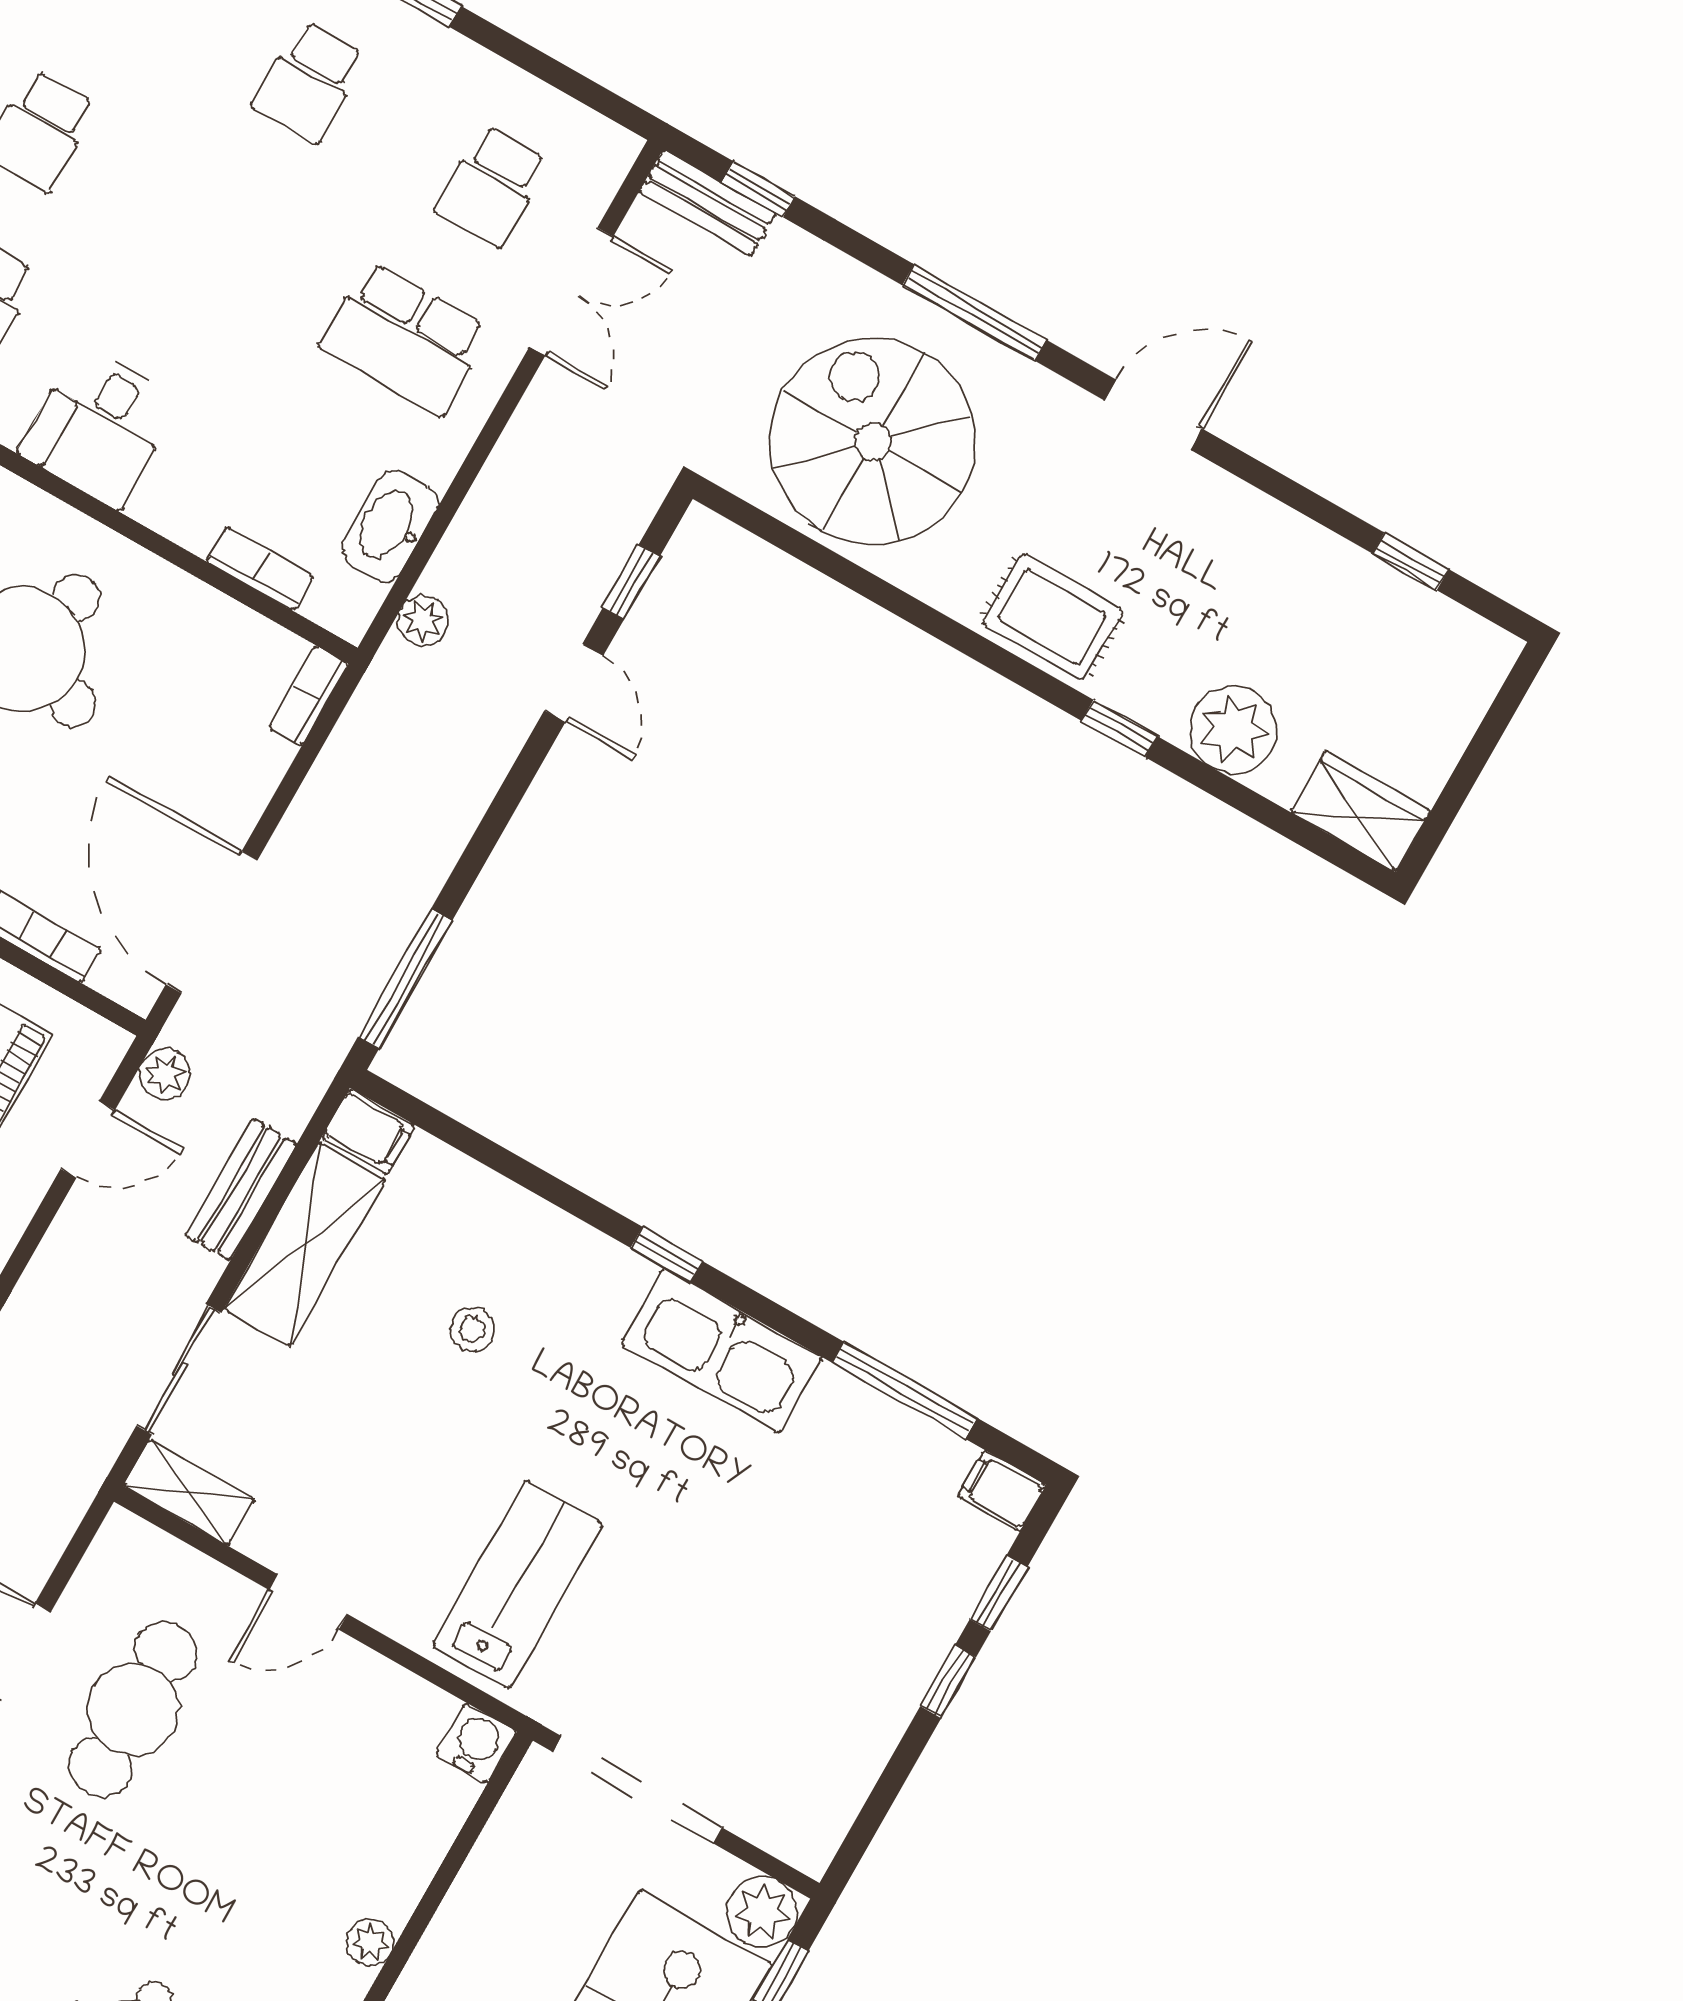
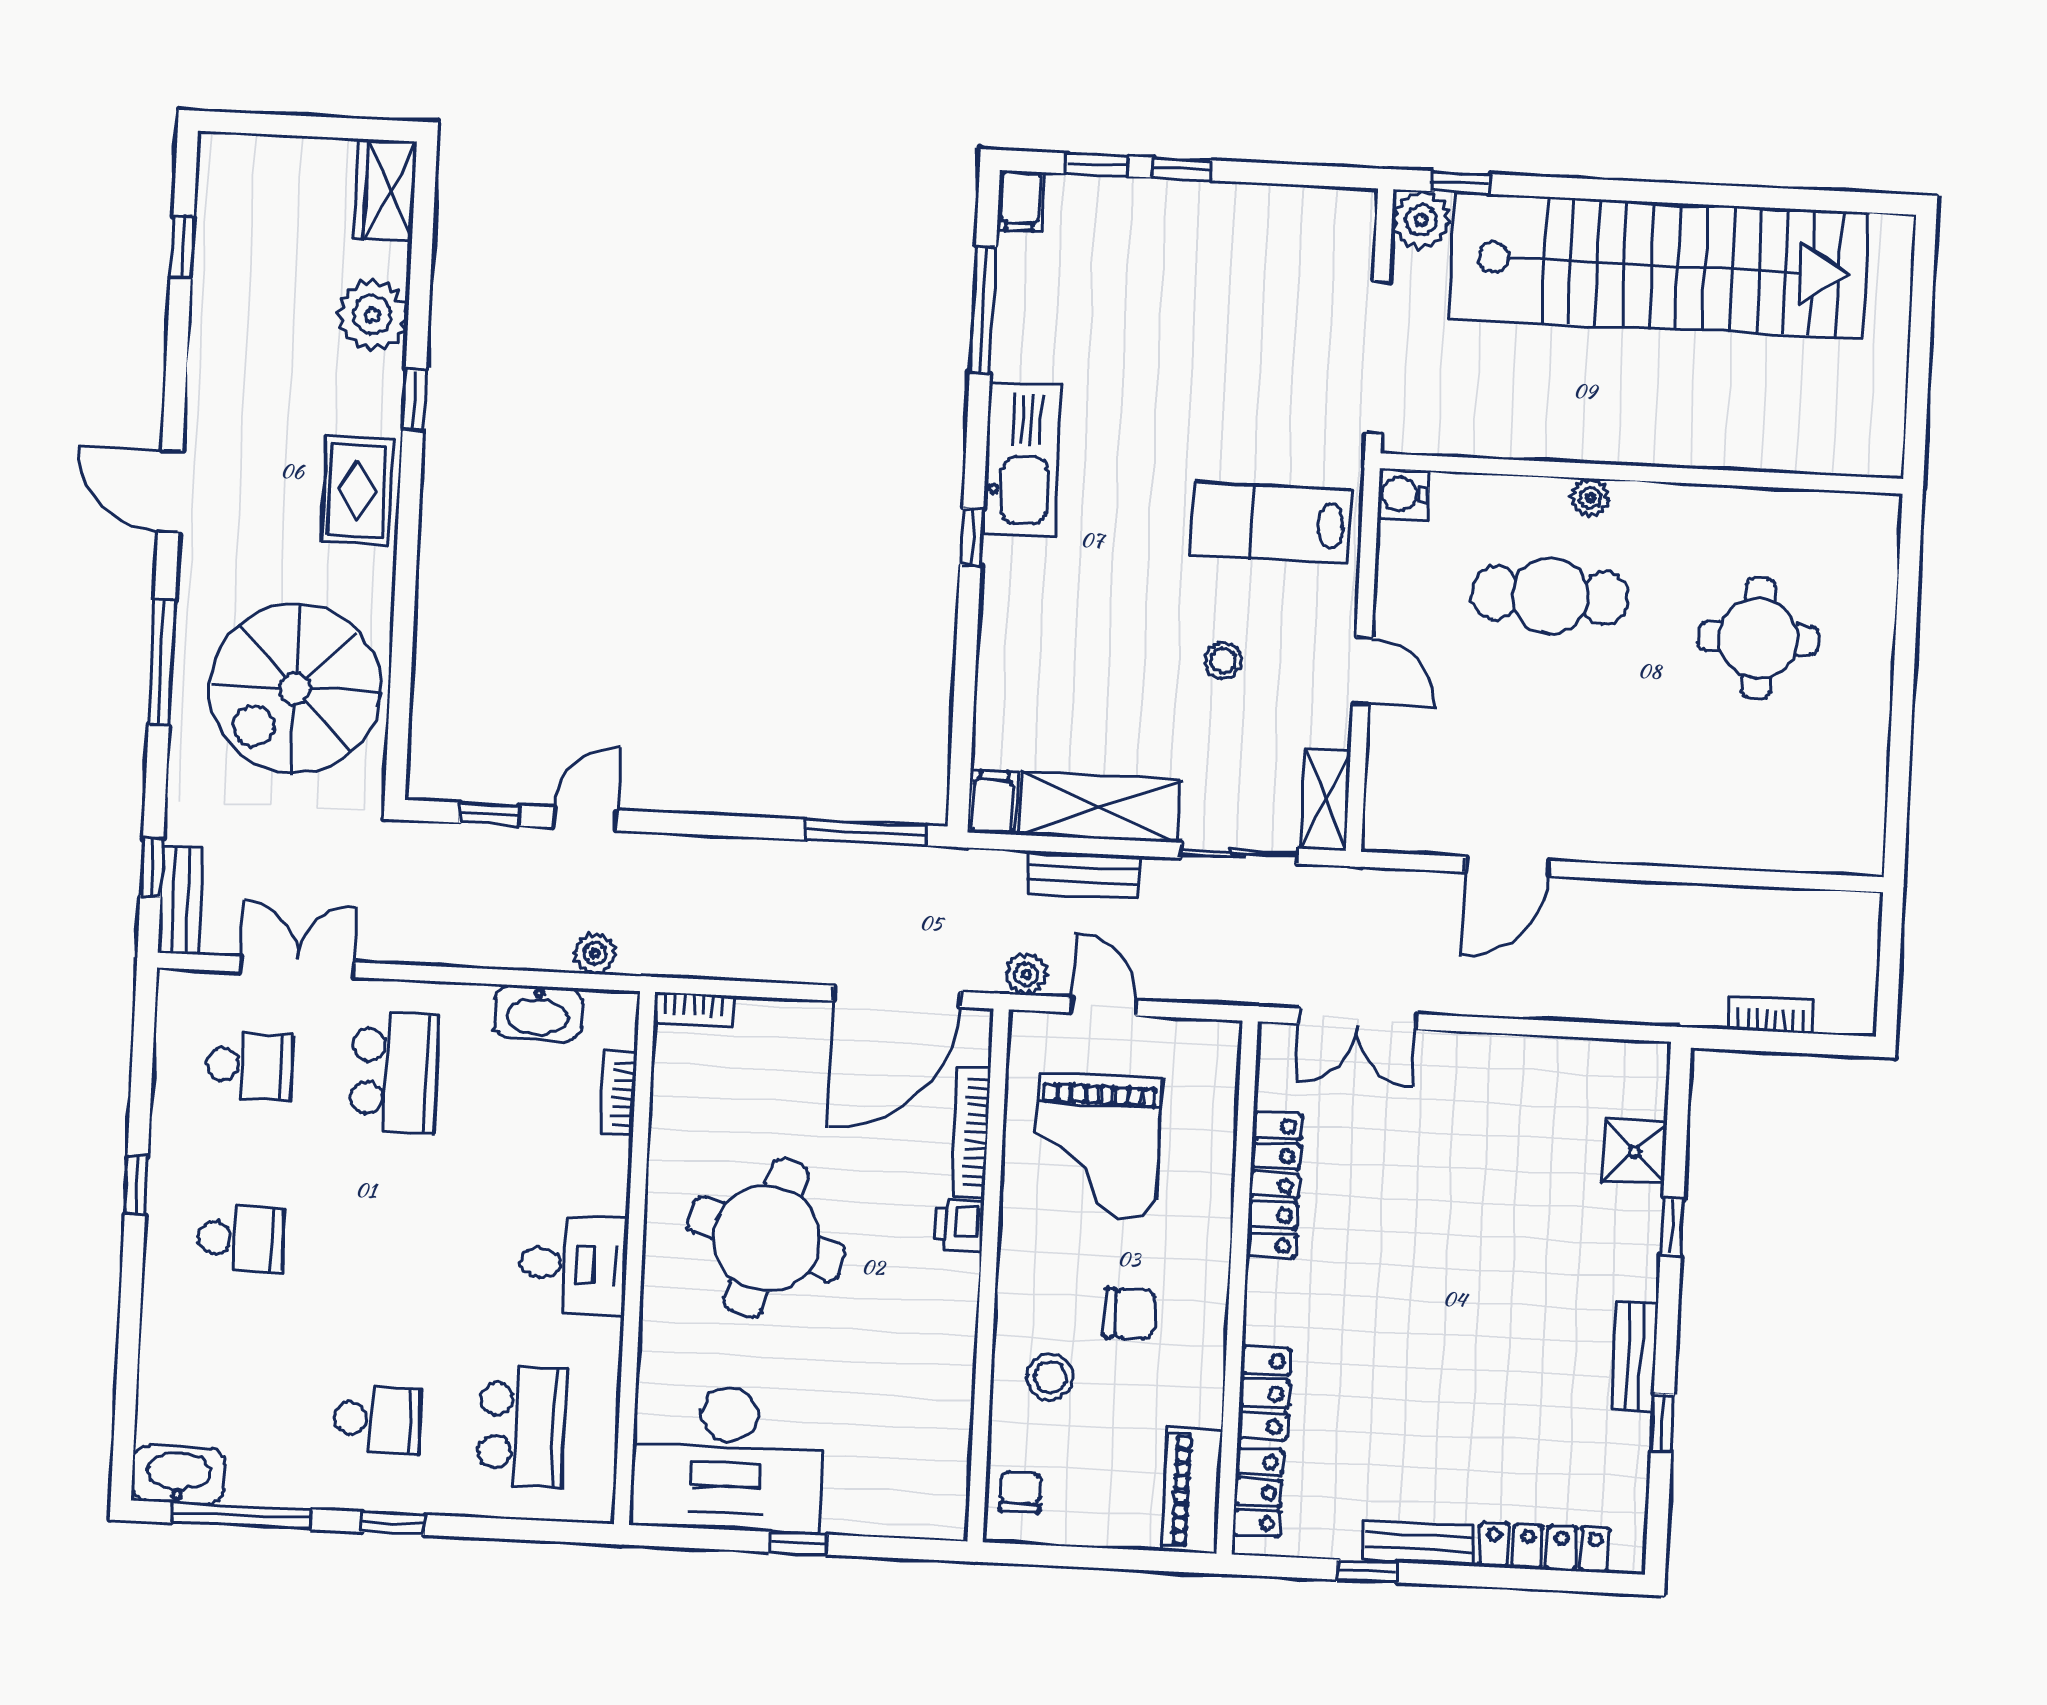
stool: (472, 1329) -> (1223, 661), moved
cafe table: (133, 1709) -> (1550, 596), moved

